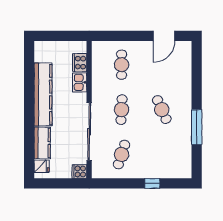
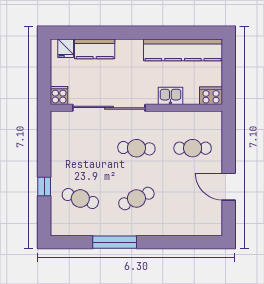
door: (164, 36) -> (229, 187), moved
cooker: (80, 63) -> (211, 96), moved
kitchen counter: (43, 94) -> (183, 50), moved
cafe table: (122, 155) -> (80, 198), moved

